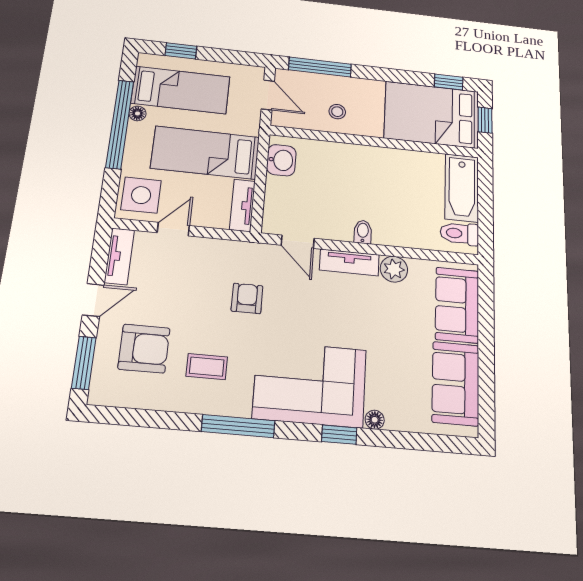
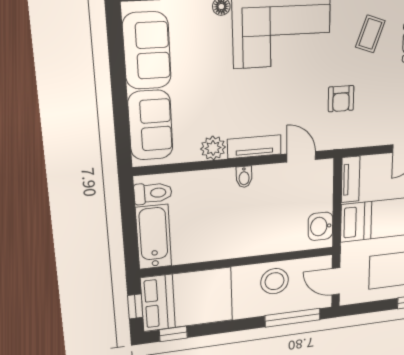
stool: (337, 112) -> (275, 281), width x1.89, depth x1.89
coffee table: (207, 367) -> (370, 34), turned -70

